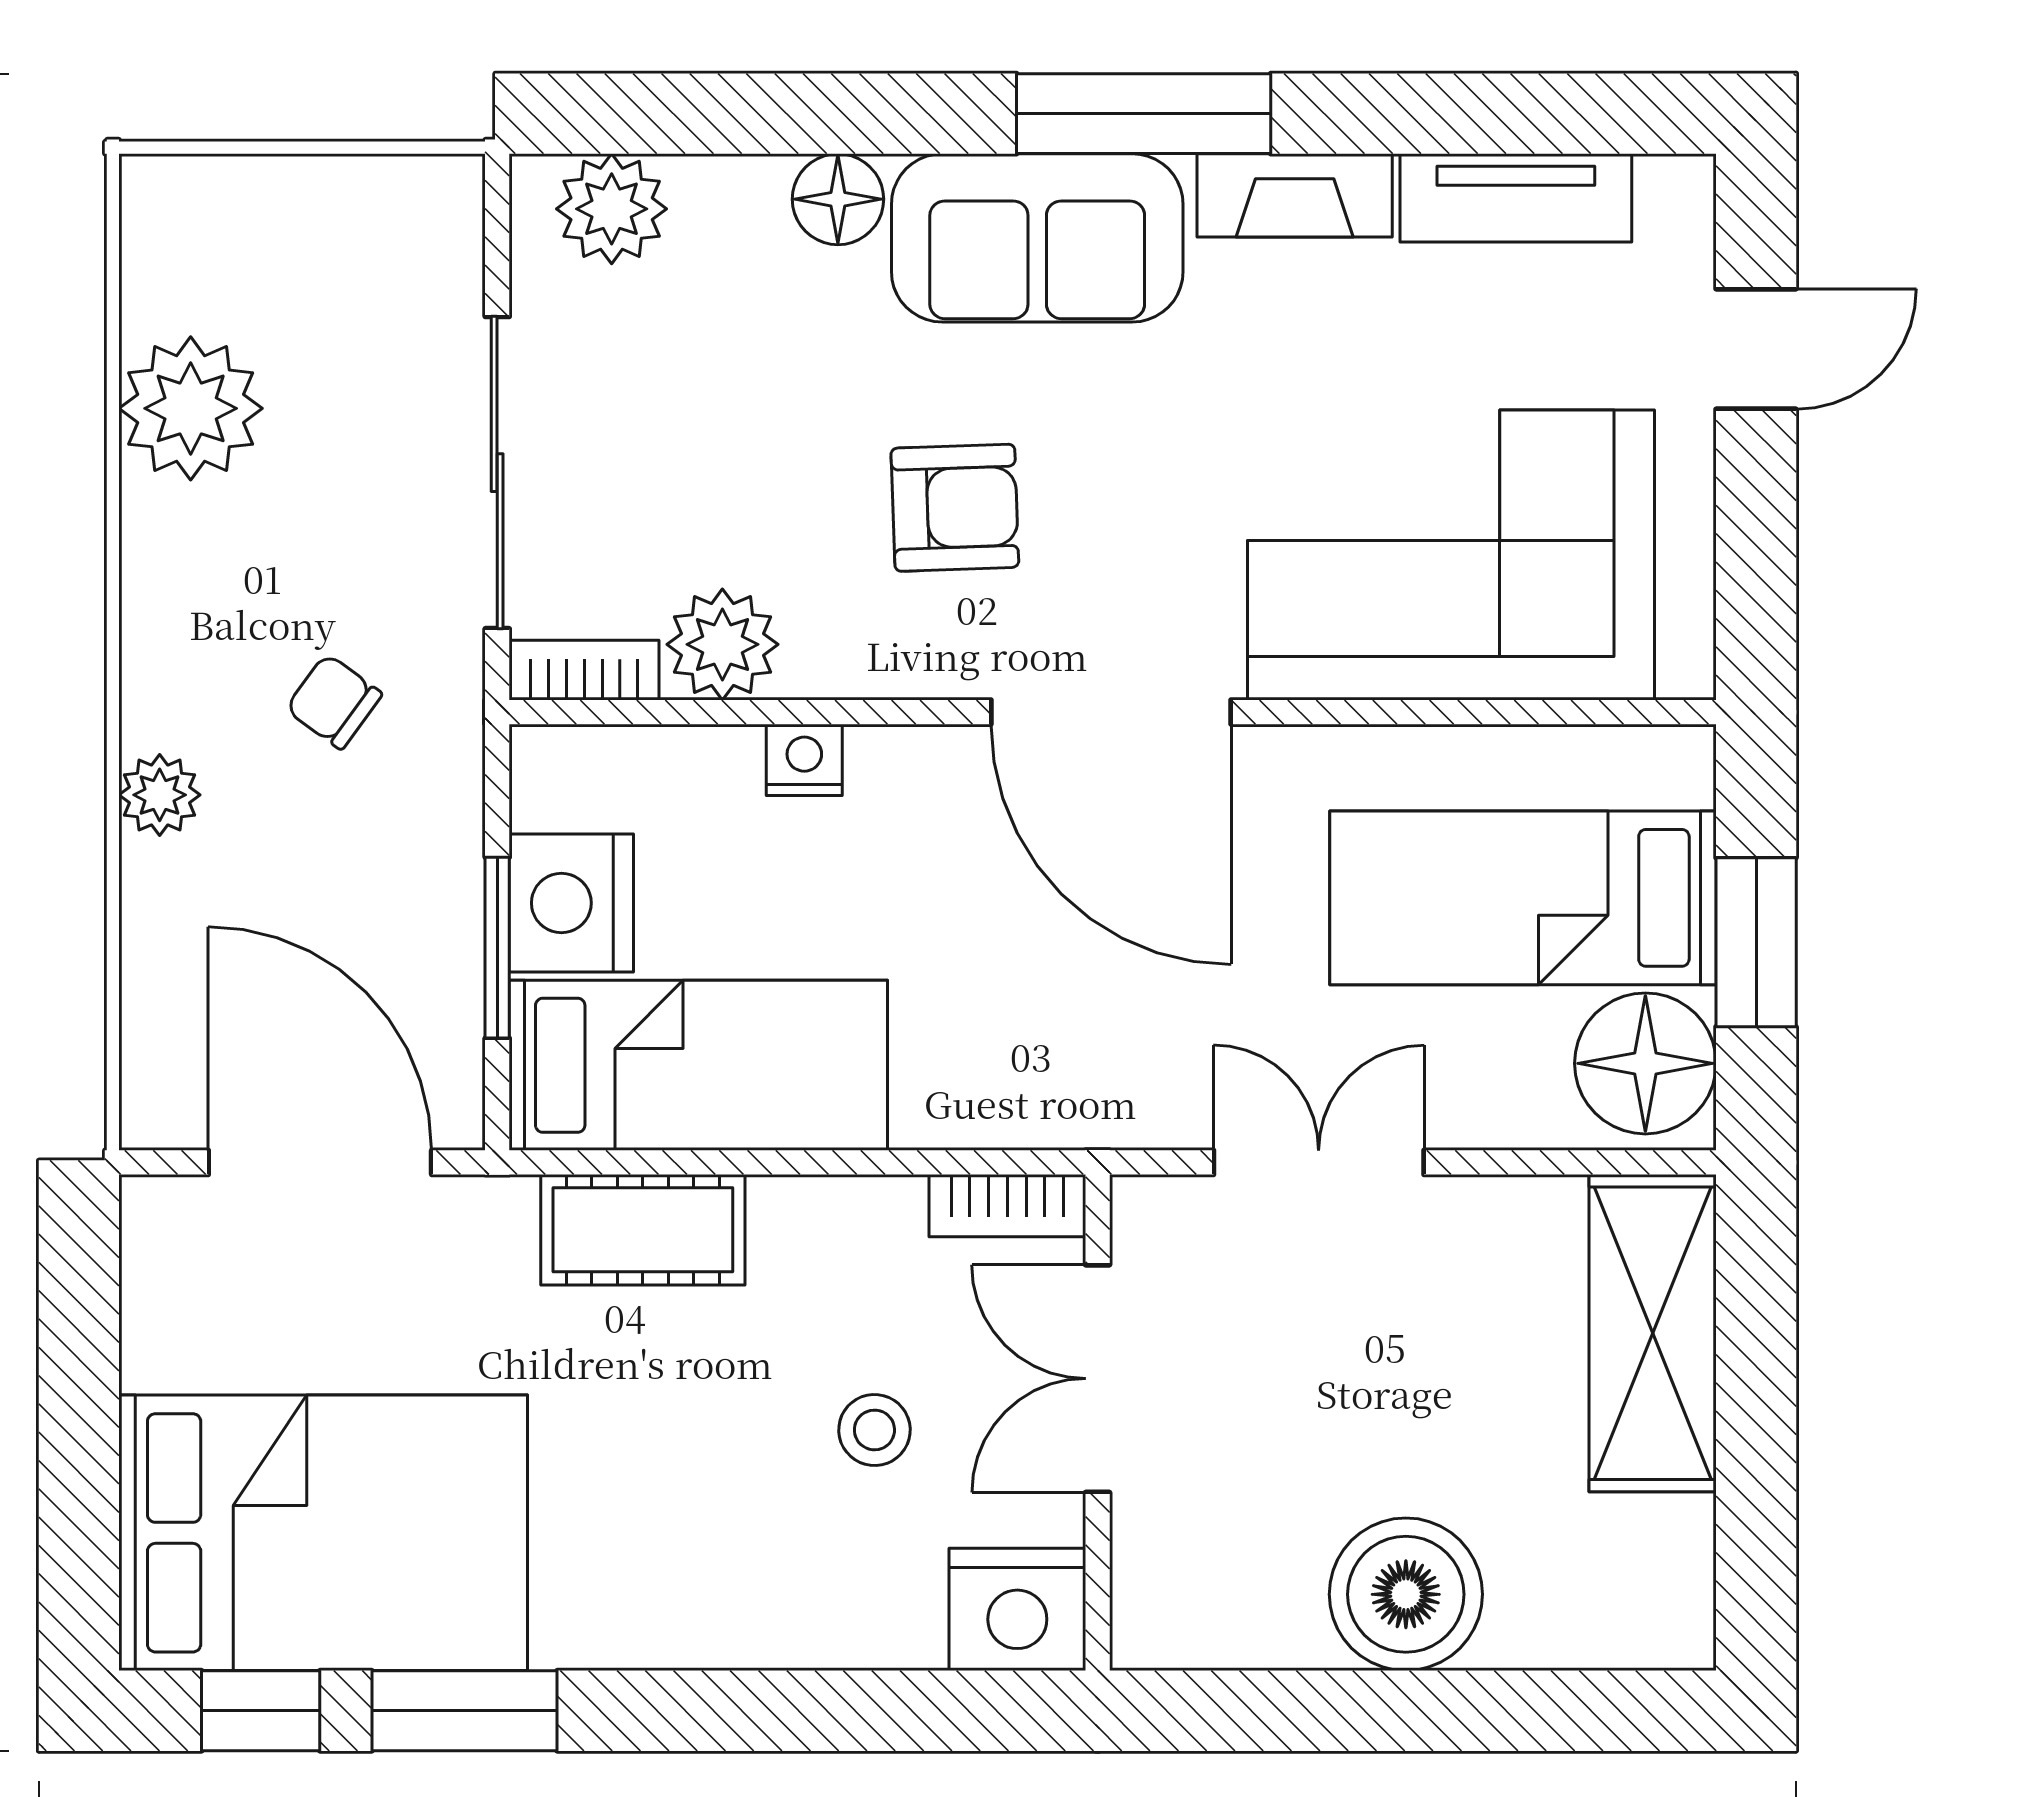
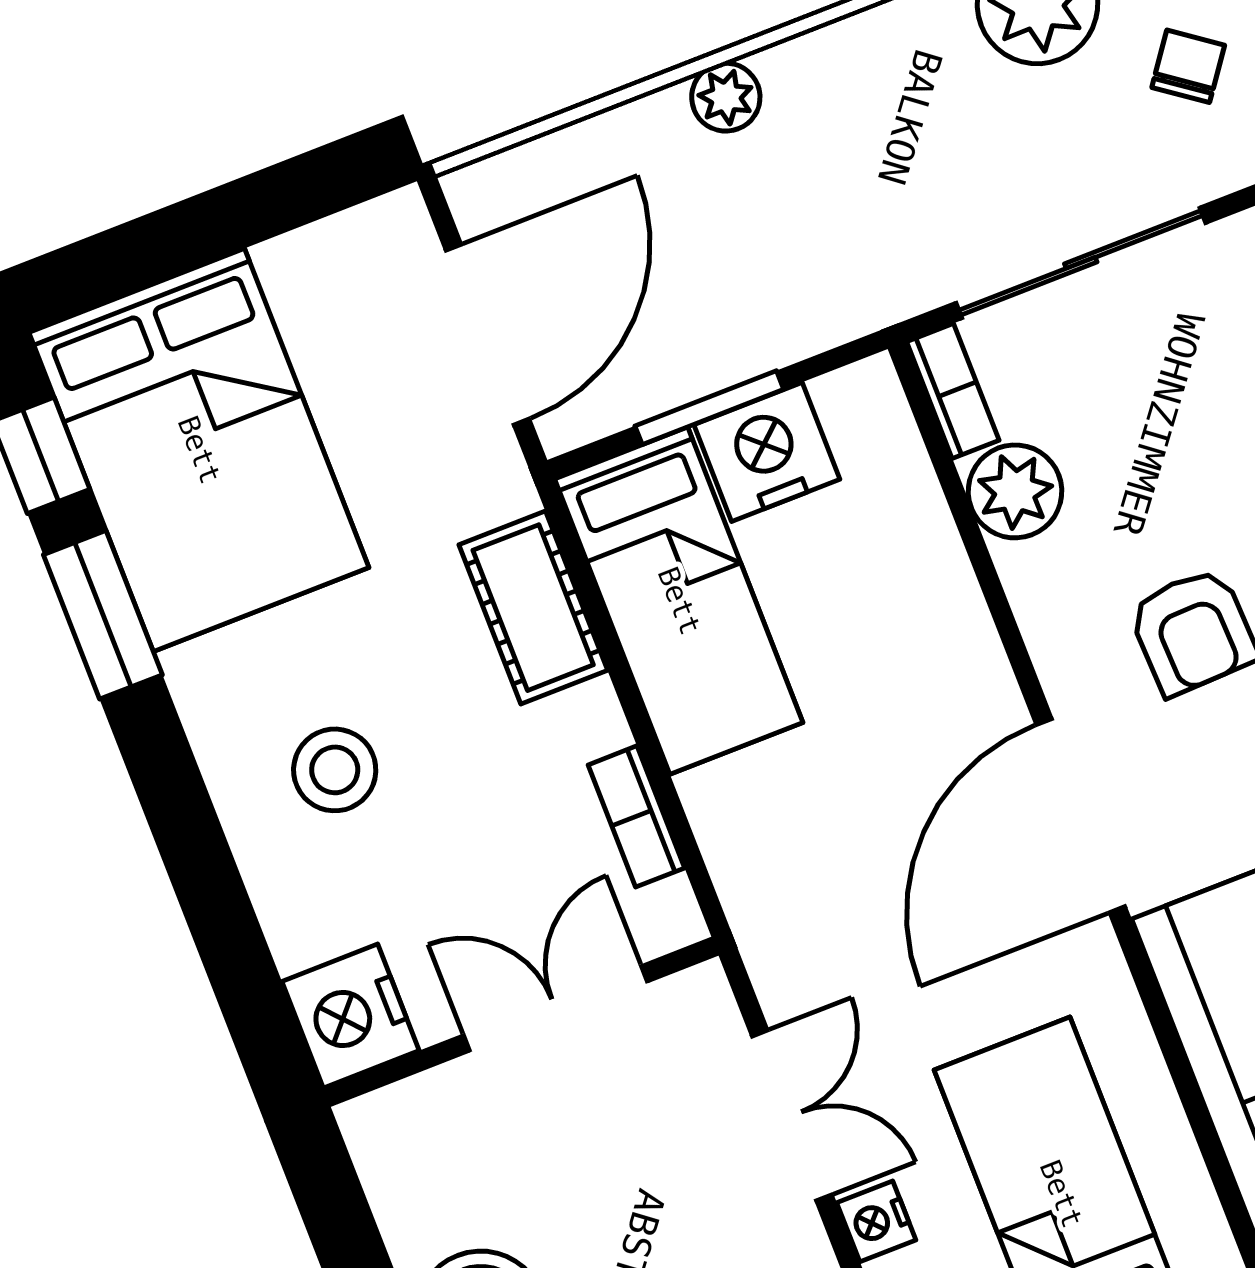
chair: (334, 702) -> (1188, 66), moved
nightstand: (804, 760) -> (876, 1221), moved, turned 180
bookcase: (1007, 1206) -> (636, 816), moved
stool: (874, 1430) -> (335, 770), moved, width x1.37, depth x1.37

